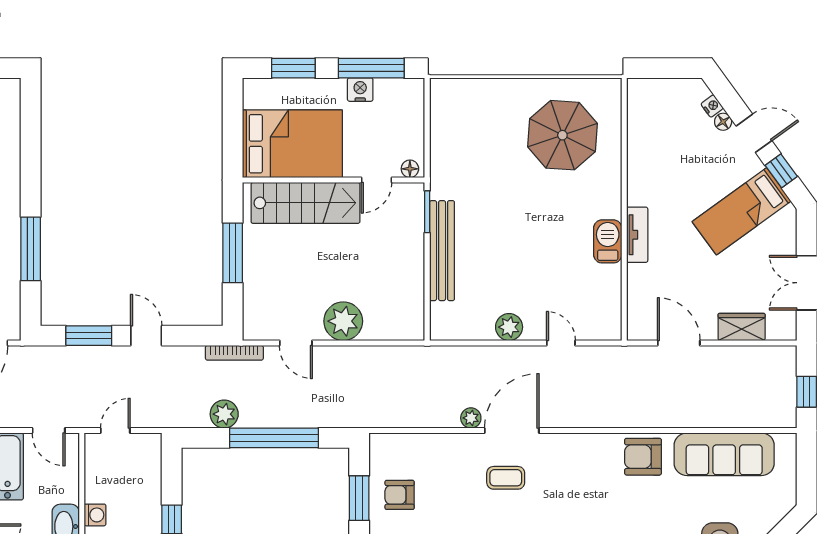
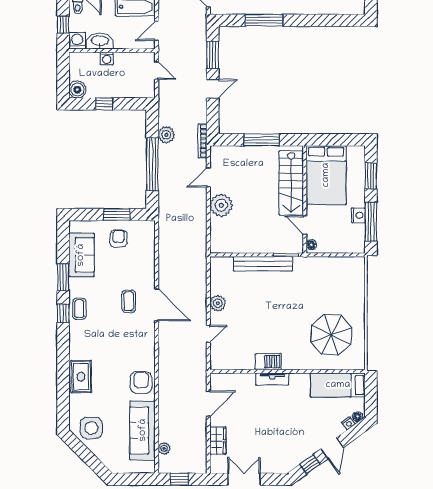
floor lamp: (723, 122) -> (357, 417), moved
bed: (742, 211) -> (338, 385), moved, turned -54
plant: (471, 418) -> (164, 448), moved

